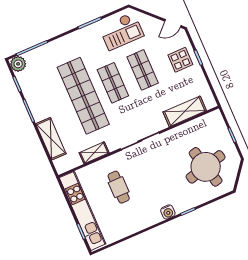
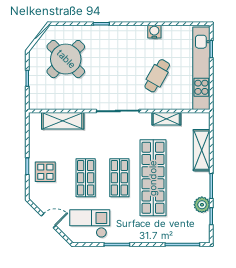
door: (173, 23) -> (48, 221), moved
plant: (18, 64) -> (202, 205), moved
round table: (206, 167) -> (66, 59), turned -31
cafe table: (119, 187) -> (157, 76), turned 30
water cooler: (168, 212) -> (154, 32), moved

